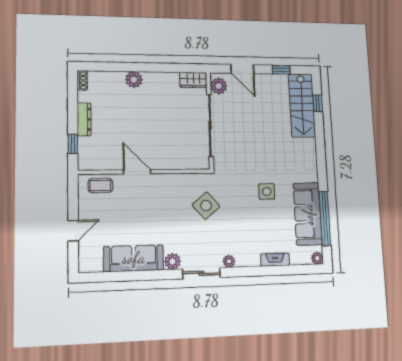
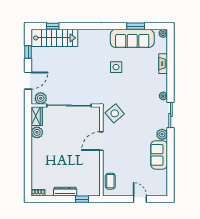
plant: (134, 80) -> (37, 132), moved
door: (137, 172) -> (101, 141), moved
side table: (206, 206) -> (115, 113), moved
window: (325, 218) -> (136, 26), width x0.47
sofa: (134, 258) -> (159, 155), width x0.73

